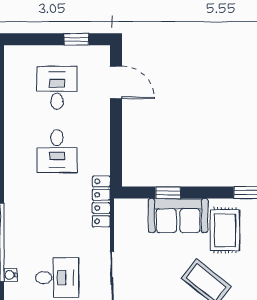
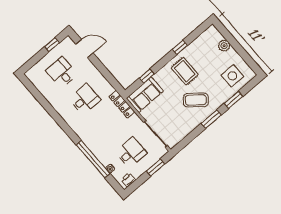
desk: (57, 151) -> (85, 99), turned -90
sofa: (178, 216) -> (145, 95), moved

